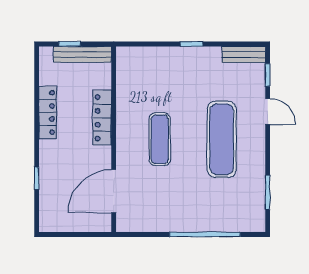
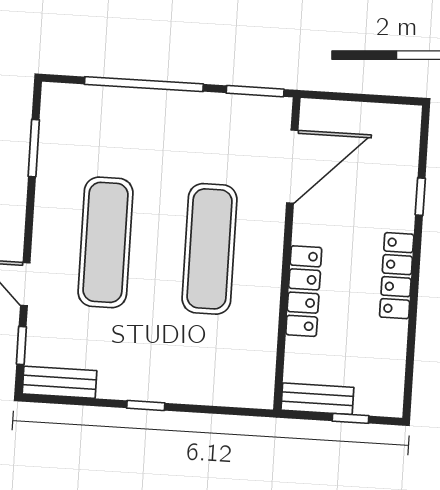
bench: (82, 54) -> (317, 399), width x0.73
locker: (48, 112) -> (397, 276), moved
exercise mat: (160, 139) -> (209, 249), width x1.36, depth x1.45
window: (139, 235) -> (255, 91), added

